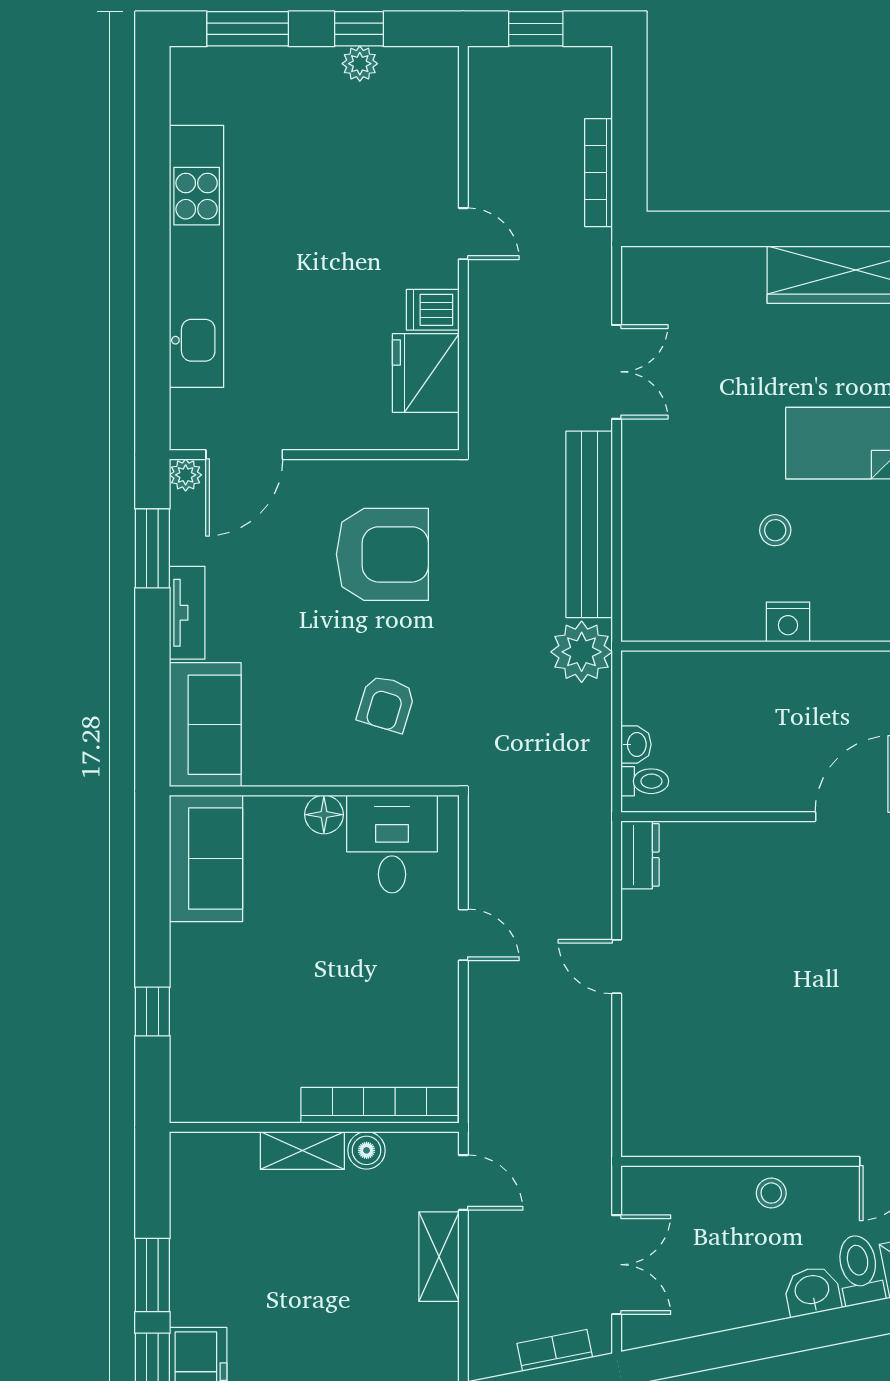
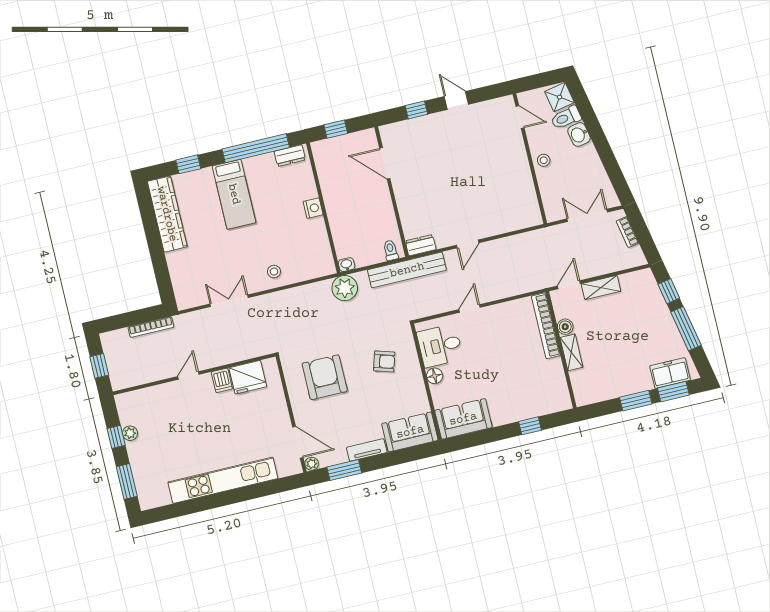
bench: (589, 524) -> (407, 270), moved
stool: (775, 530) -> (274, 272), moved
washbasin: (636, 744) -> (347, 265), moved

